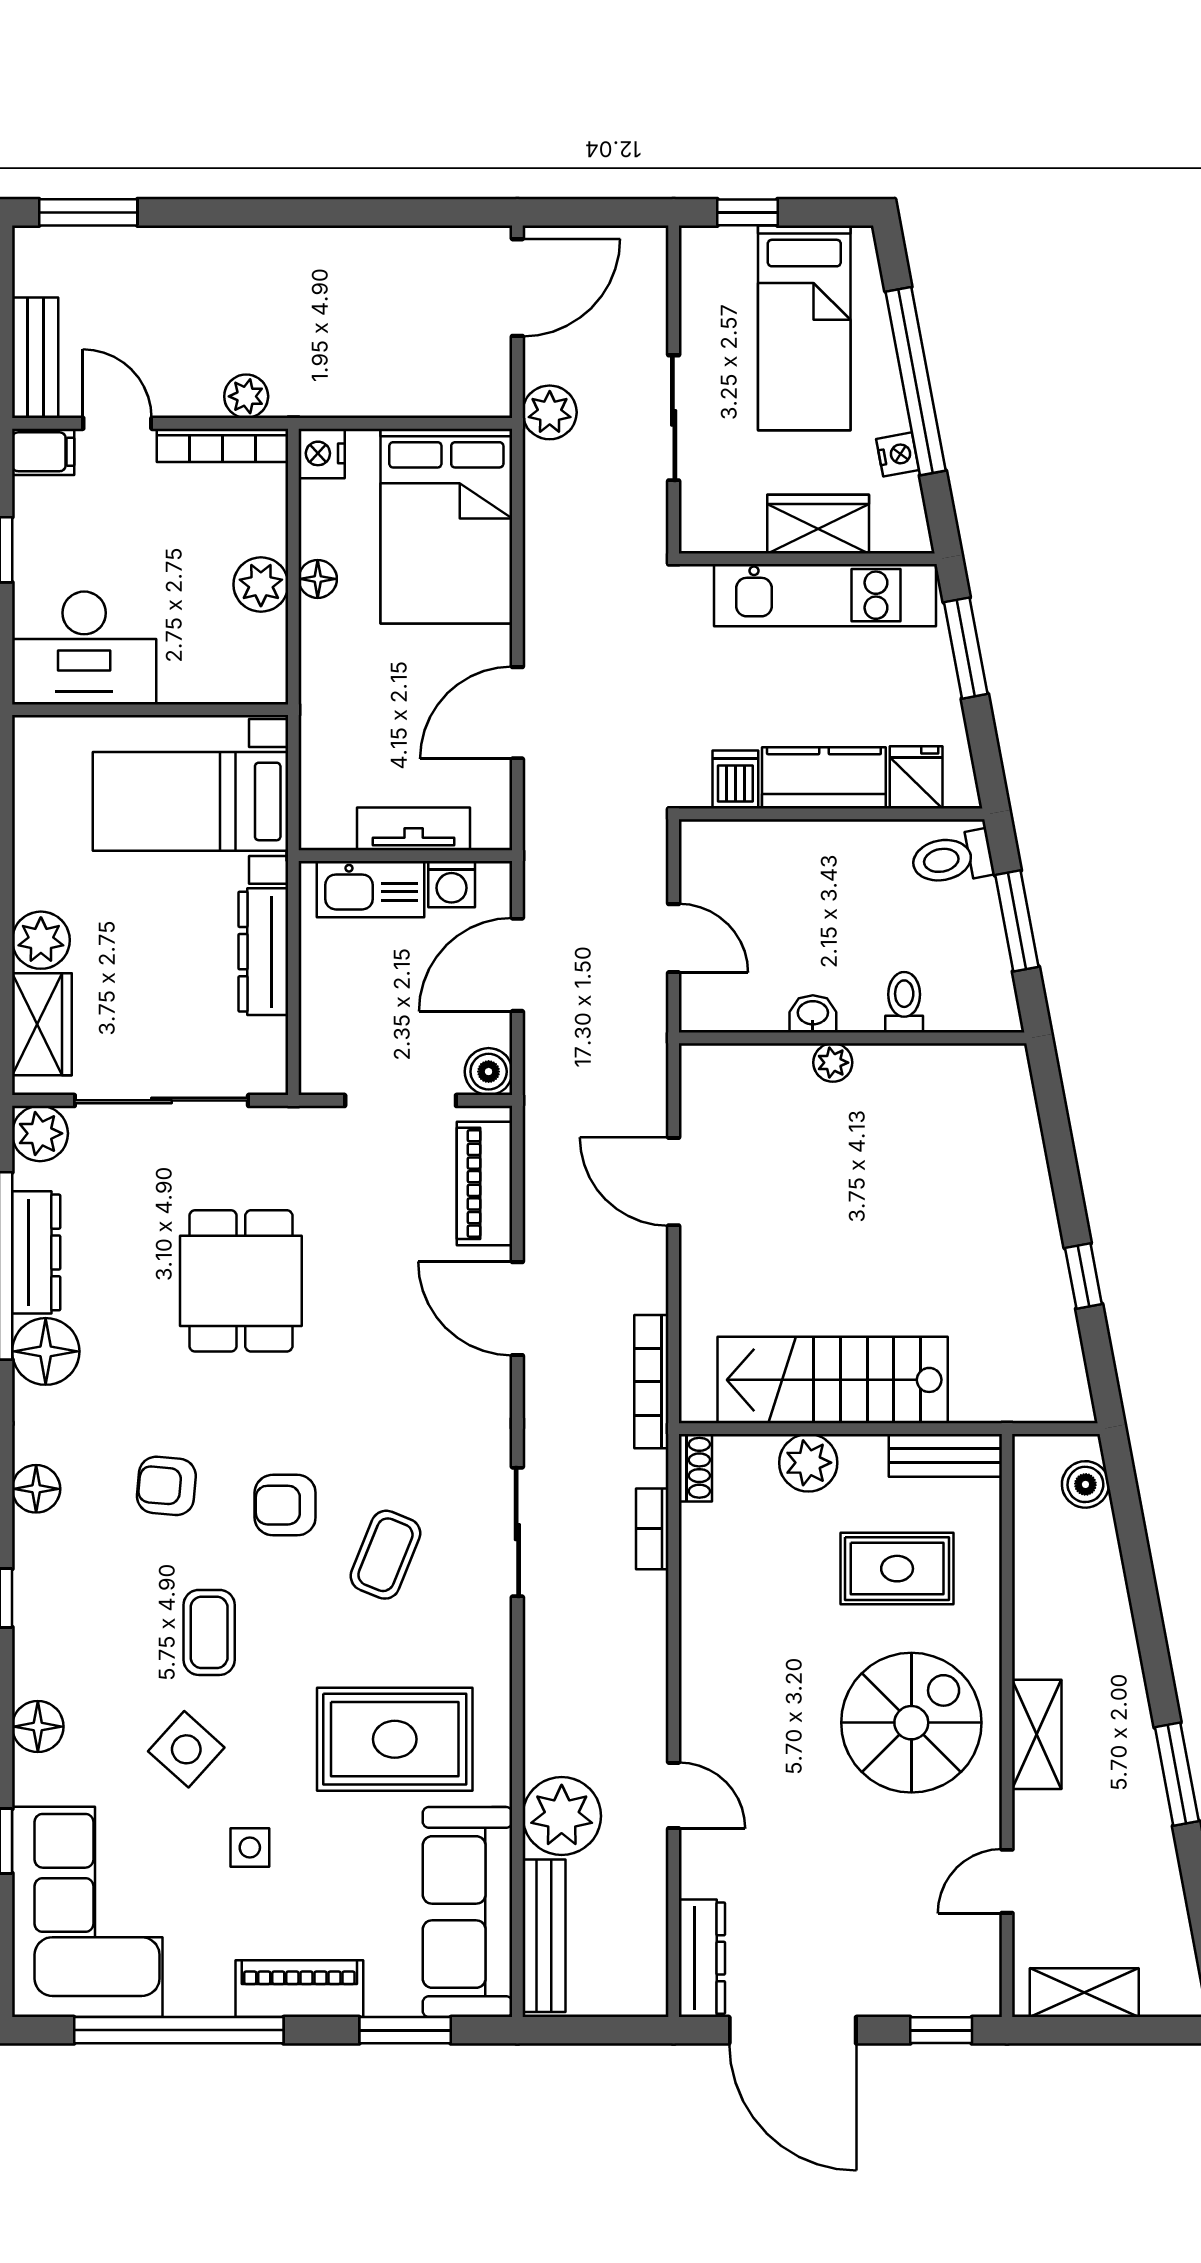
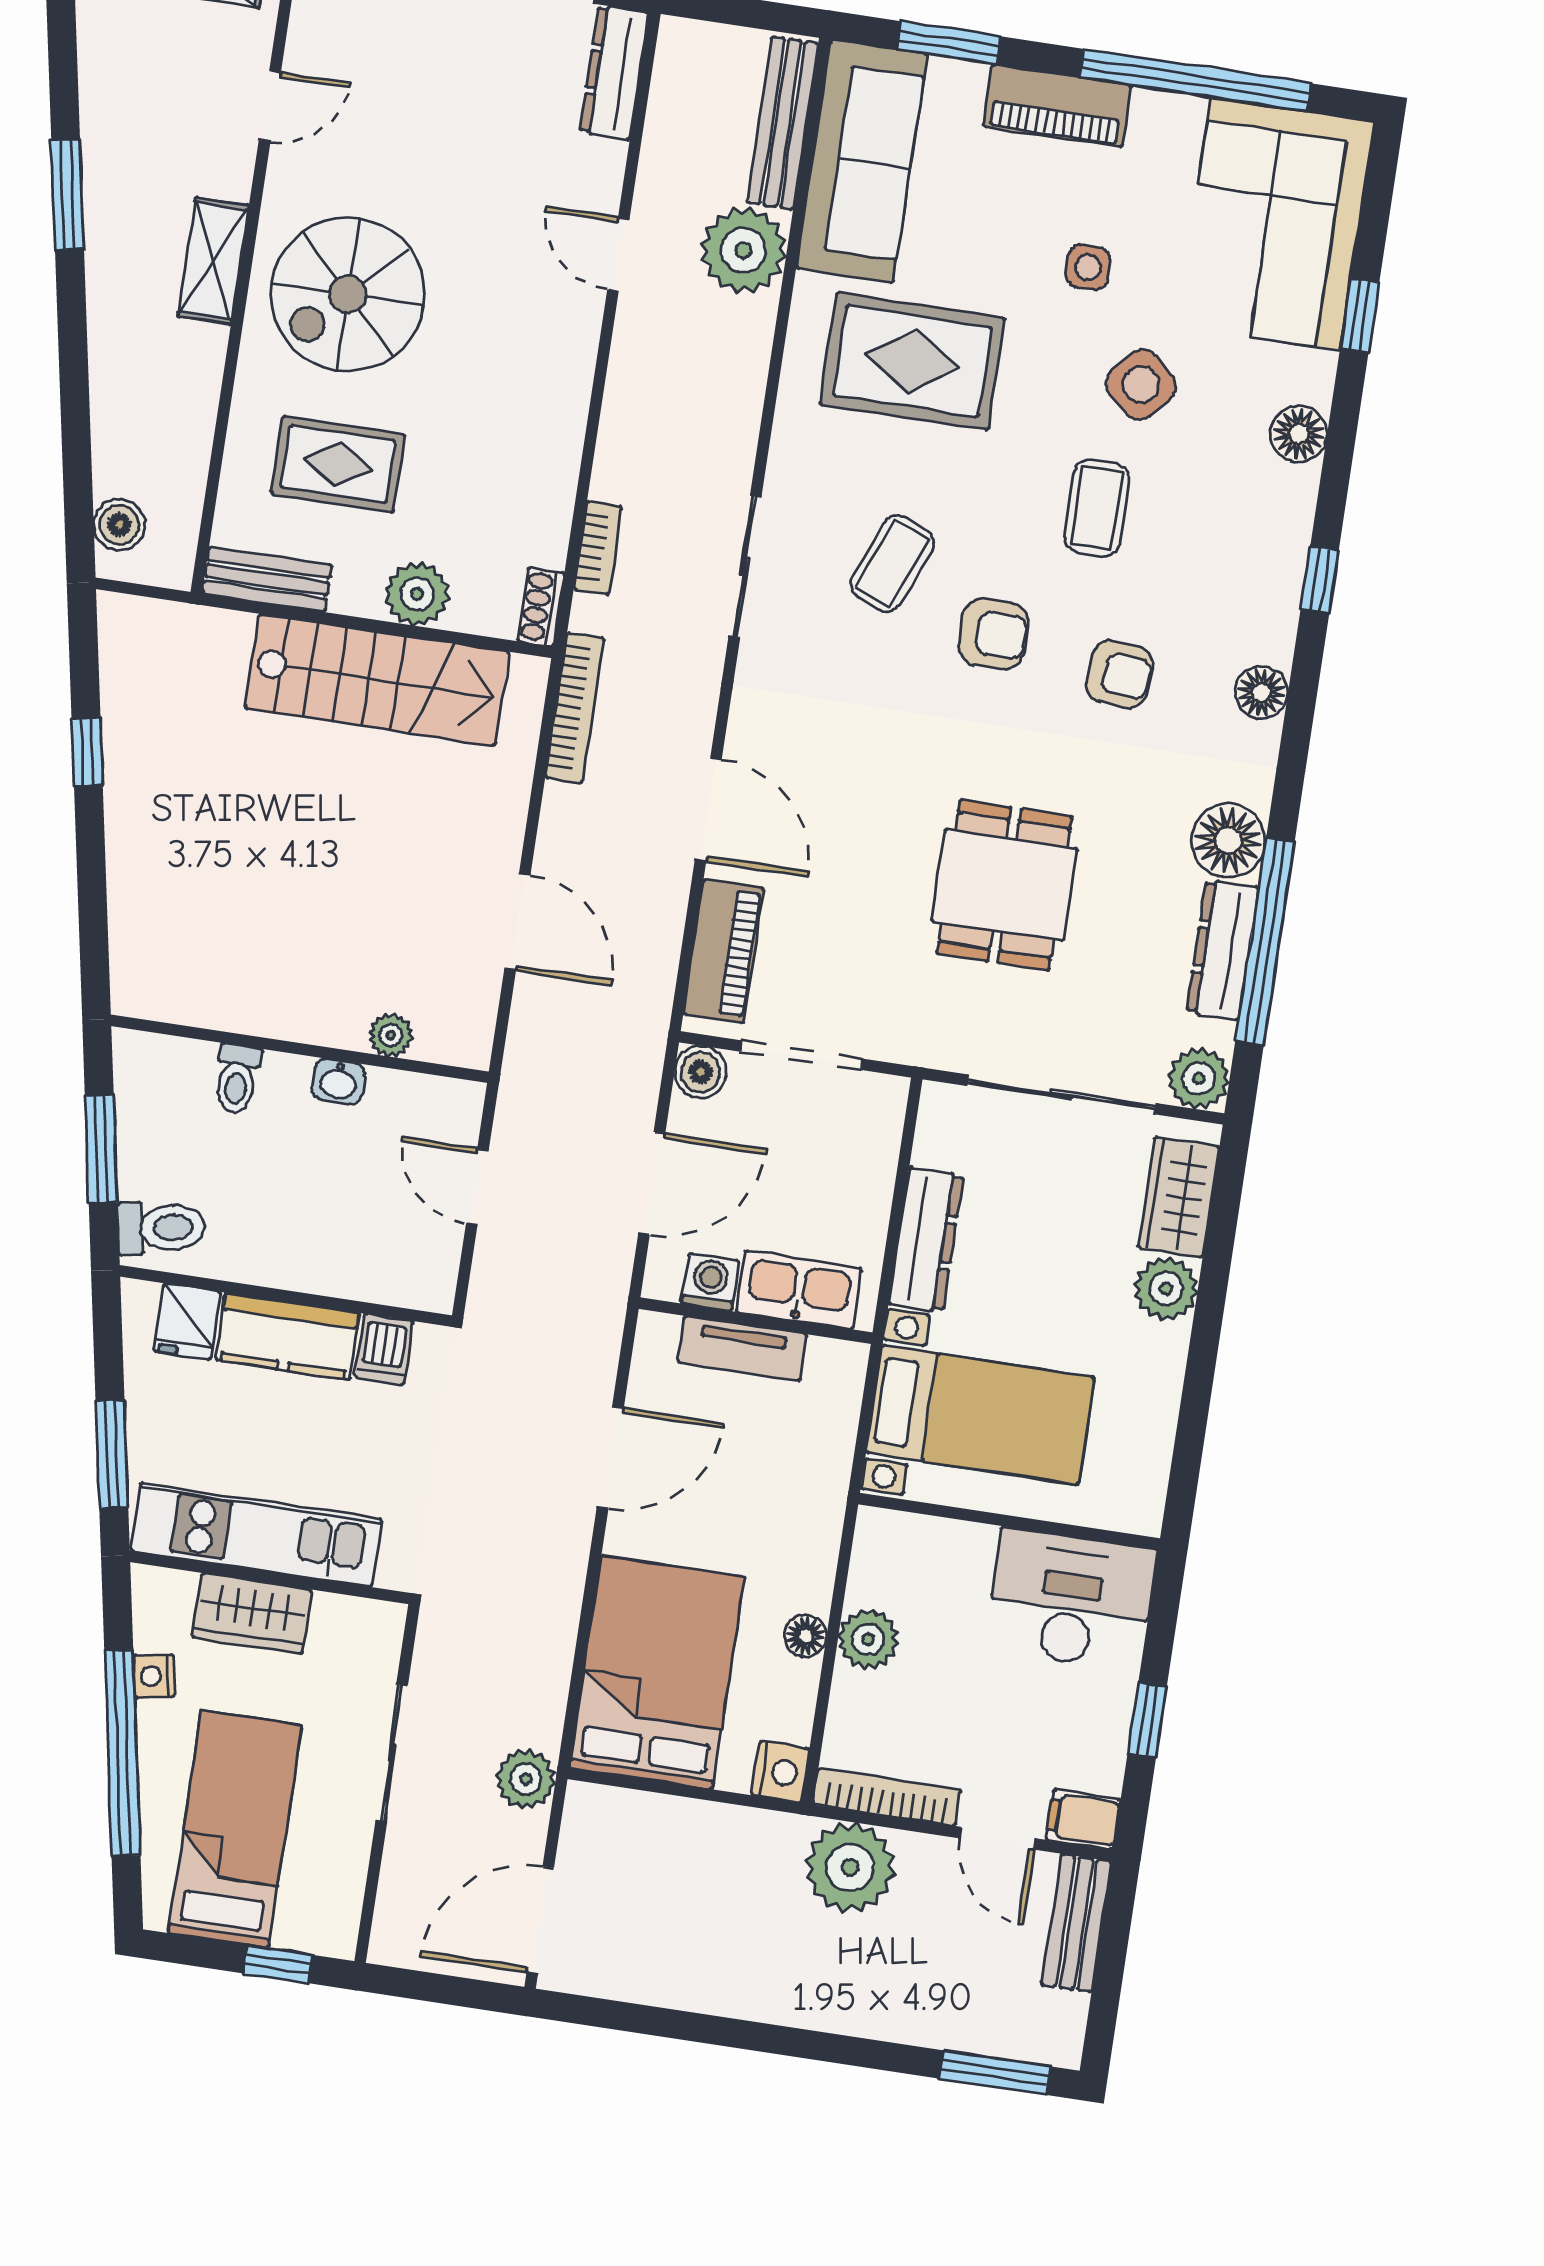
plant: (246, 396) -> (850, 1867), width x1.88, depth x1.88
plant: (833, 1063) -> (391, 1035), moved

